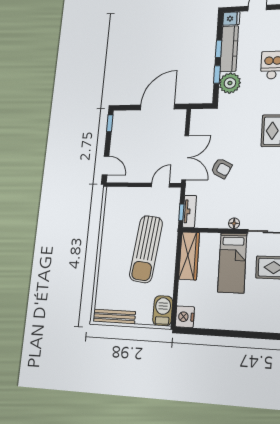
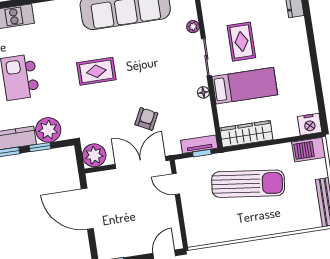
plant: (200, 119) -> (94, 155), added

